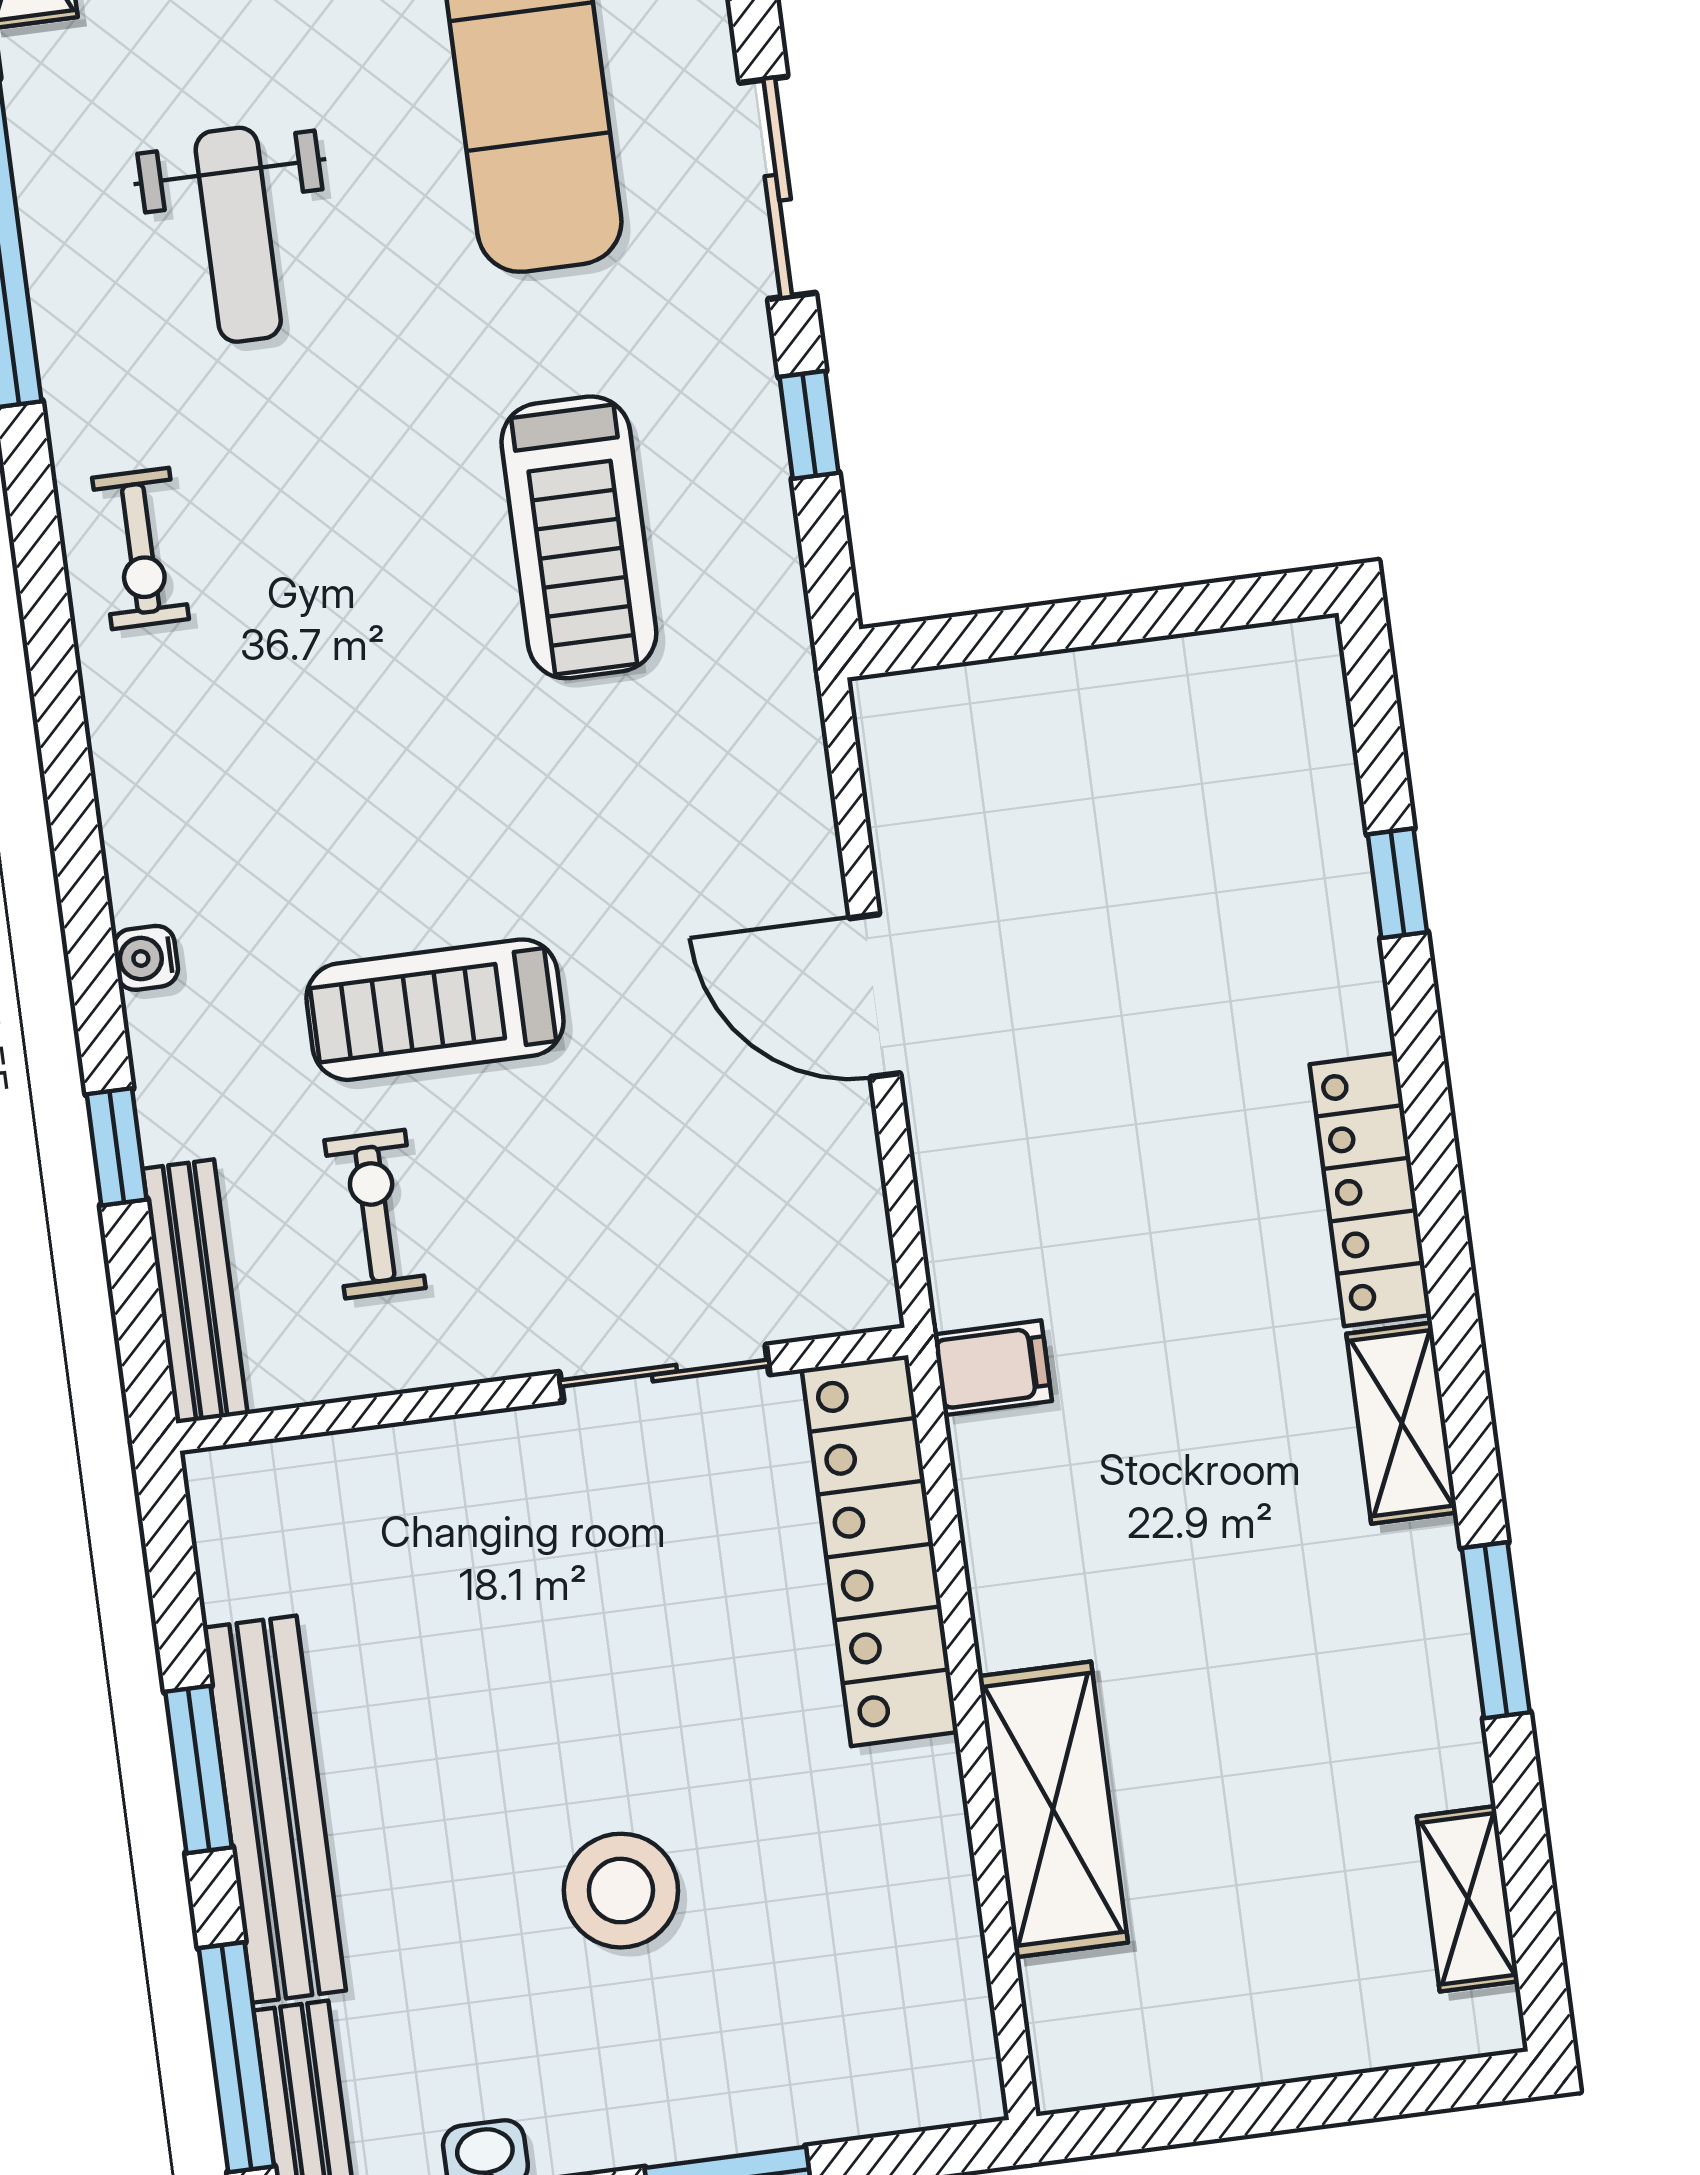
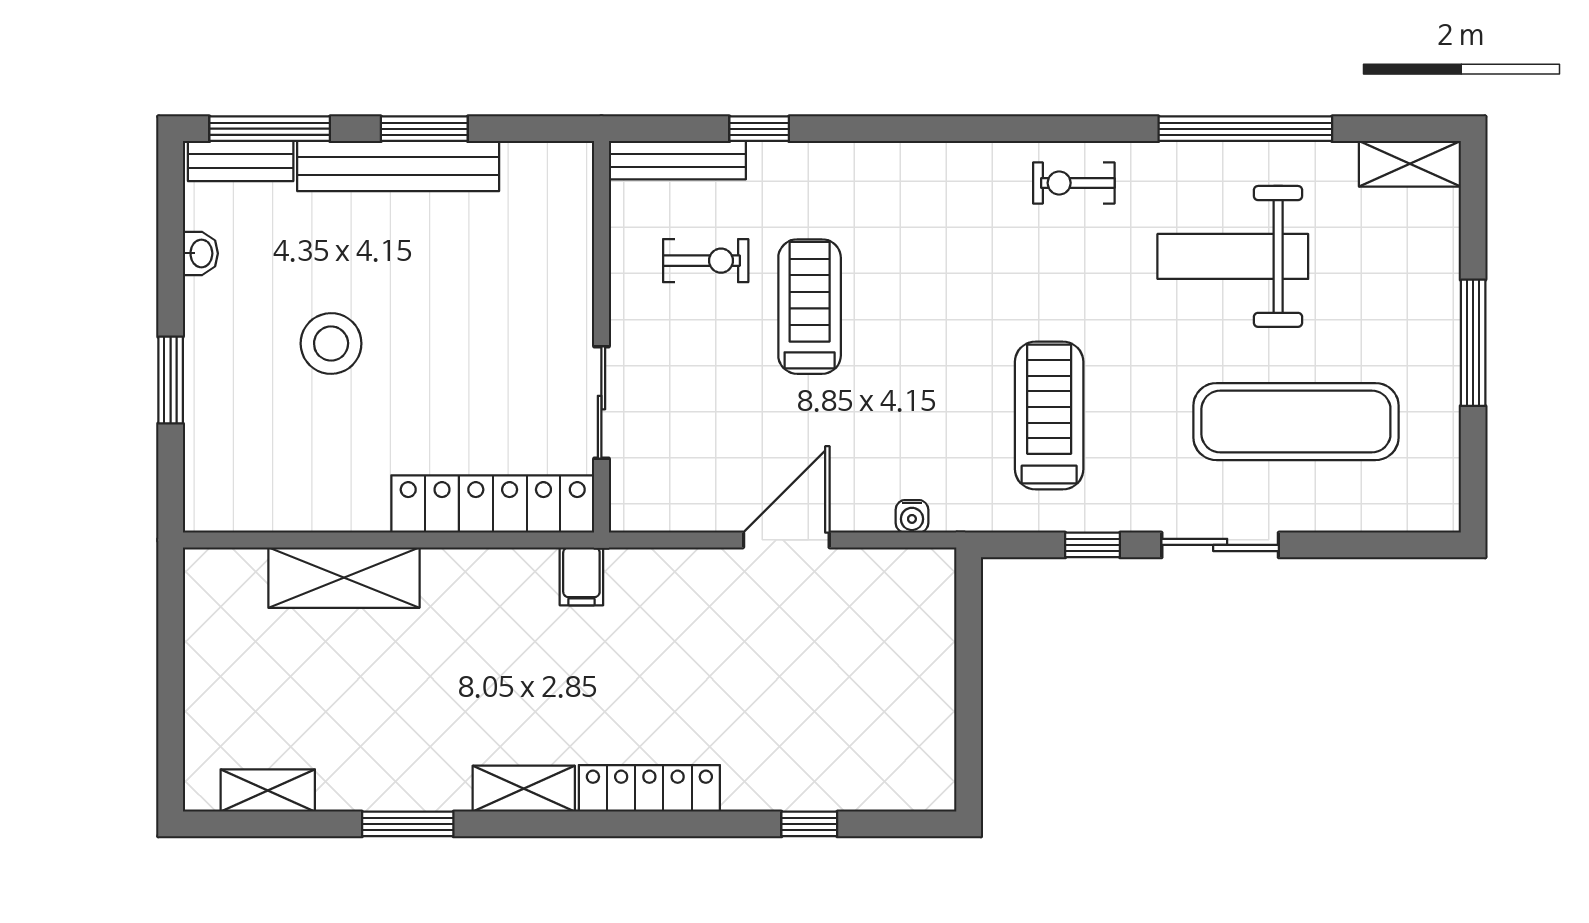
weight bench: (238, 235) -> (1233, 256), width x1.36, depth x1.33
treadmill: (579, 537) -> (1049, 415), turned 90
water cooler: (146, 958) -> (912, 516), moved, turned 180

